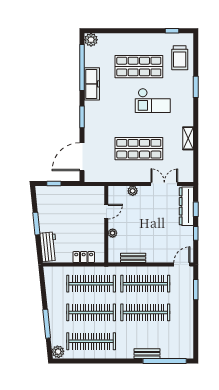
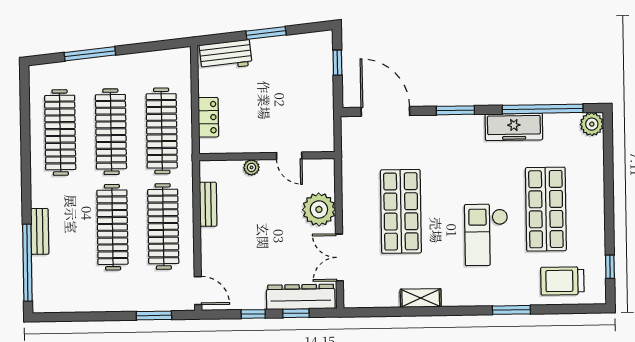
double door: (164, 184) -> (339, 257), swing flipped
plant: (133, 191) -> (319, 209), width x1.88, depth x1.88
plant: (58, 352) -> (41, 75), removed

